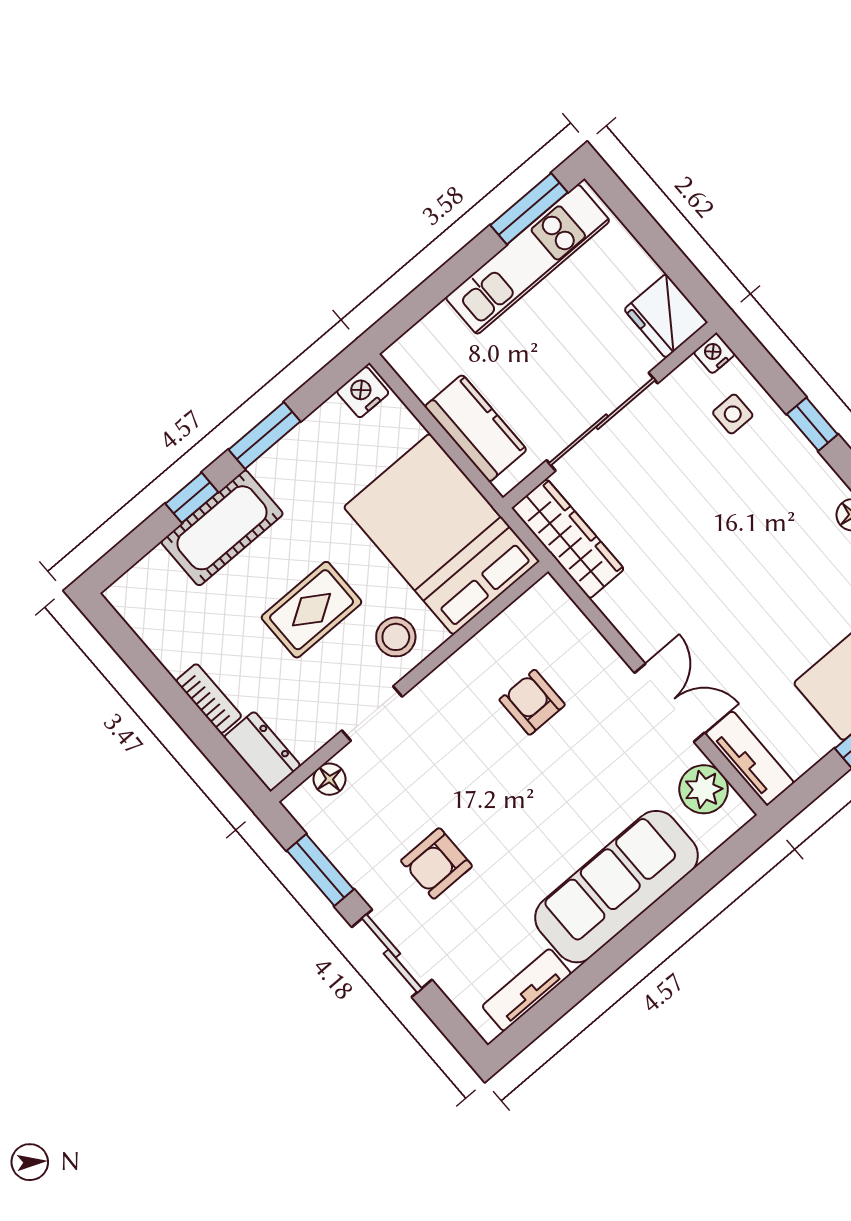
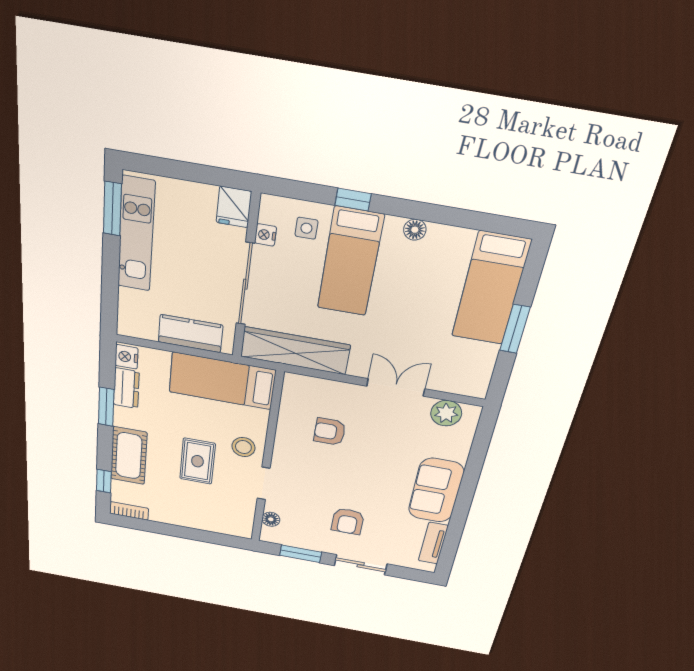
fridge: (666, 316) -> (234, 207), width x0.72
nightstand: (714, 353) -> (265, 235), moved
bed: (749, 494) -> (350, 262), added
window: (192, 498) -> (104, 481), moved
bed: (442, 534) -> (222, 381), width x0.67
wardrobe: (568, 539) -> (295, 351), width x1.40, depth x1.17
bookcase: (209, 699) -> (129, 511), moved
dresser: (262, 751) -> (126, 388), moved, turned 90
tv unit: (750, 758) -> (458, 385), removed
sofa: (617, 887) -> (436, 490), width x0.73

